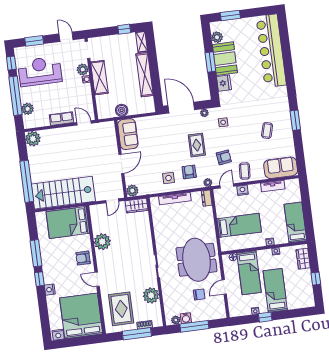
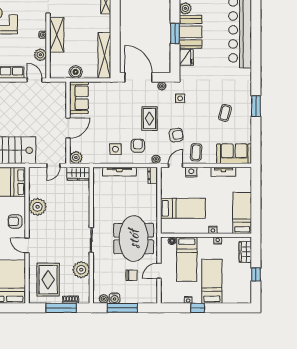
plant: (83, 70) -> (40, 55), moved
shelving: (145, 75) -> (104, 55), moved

